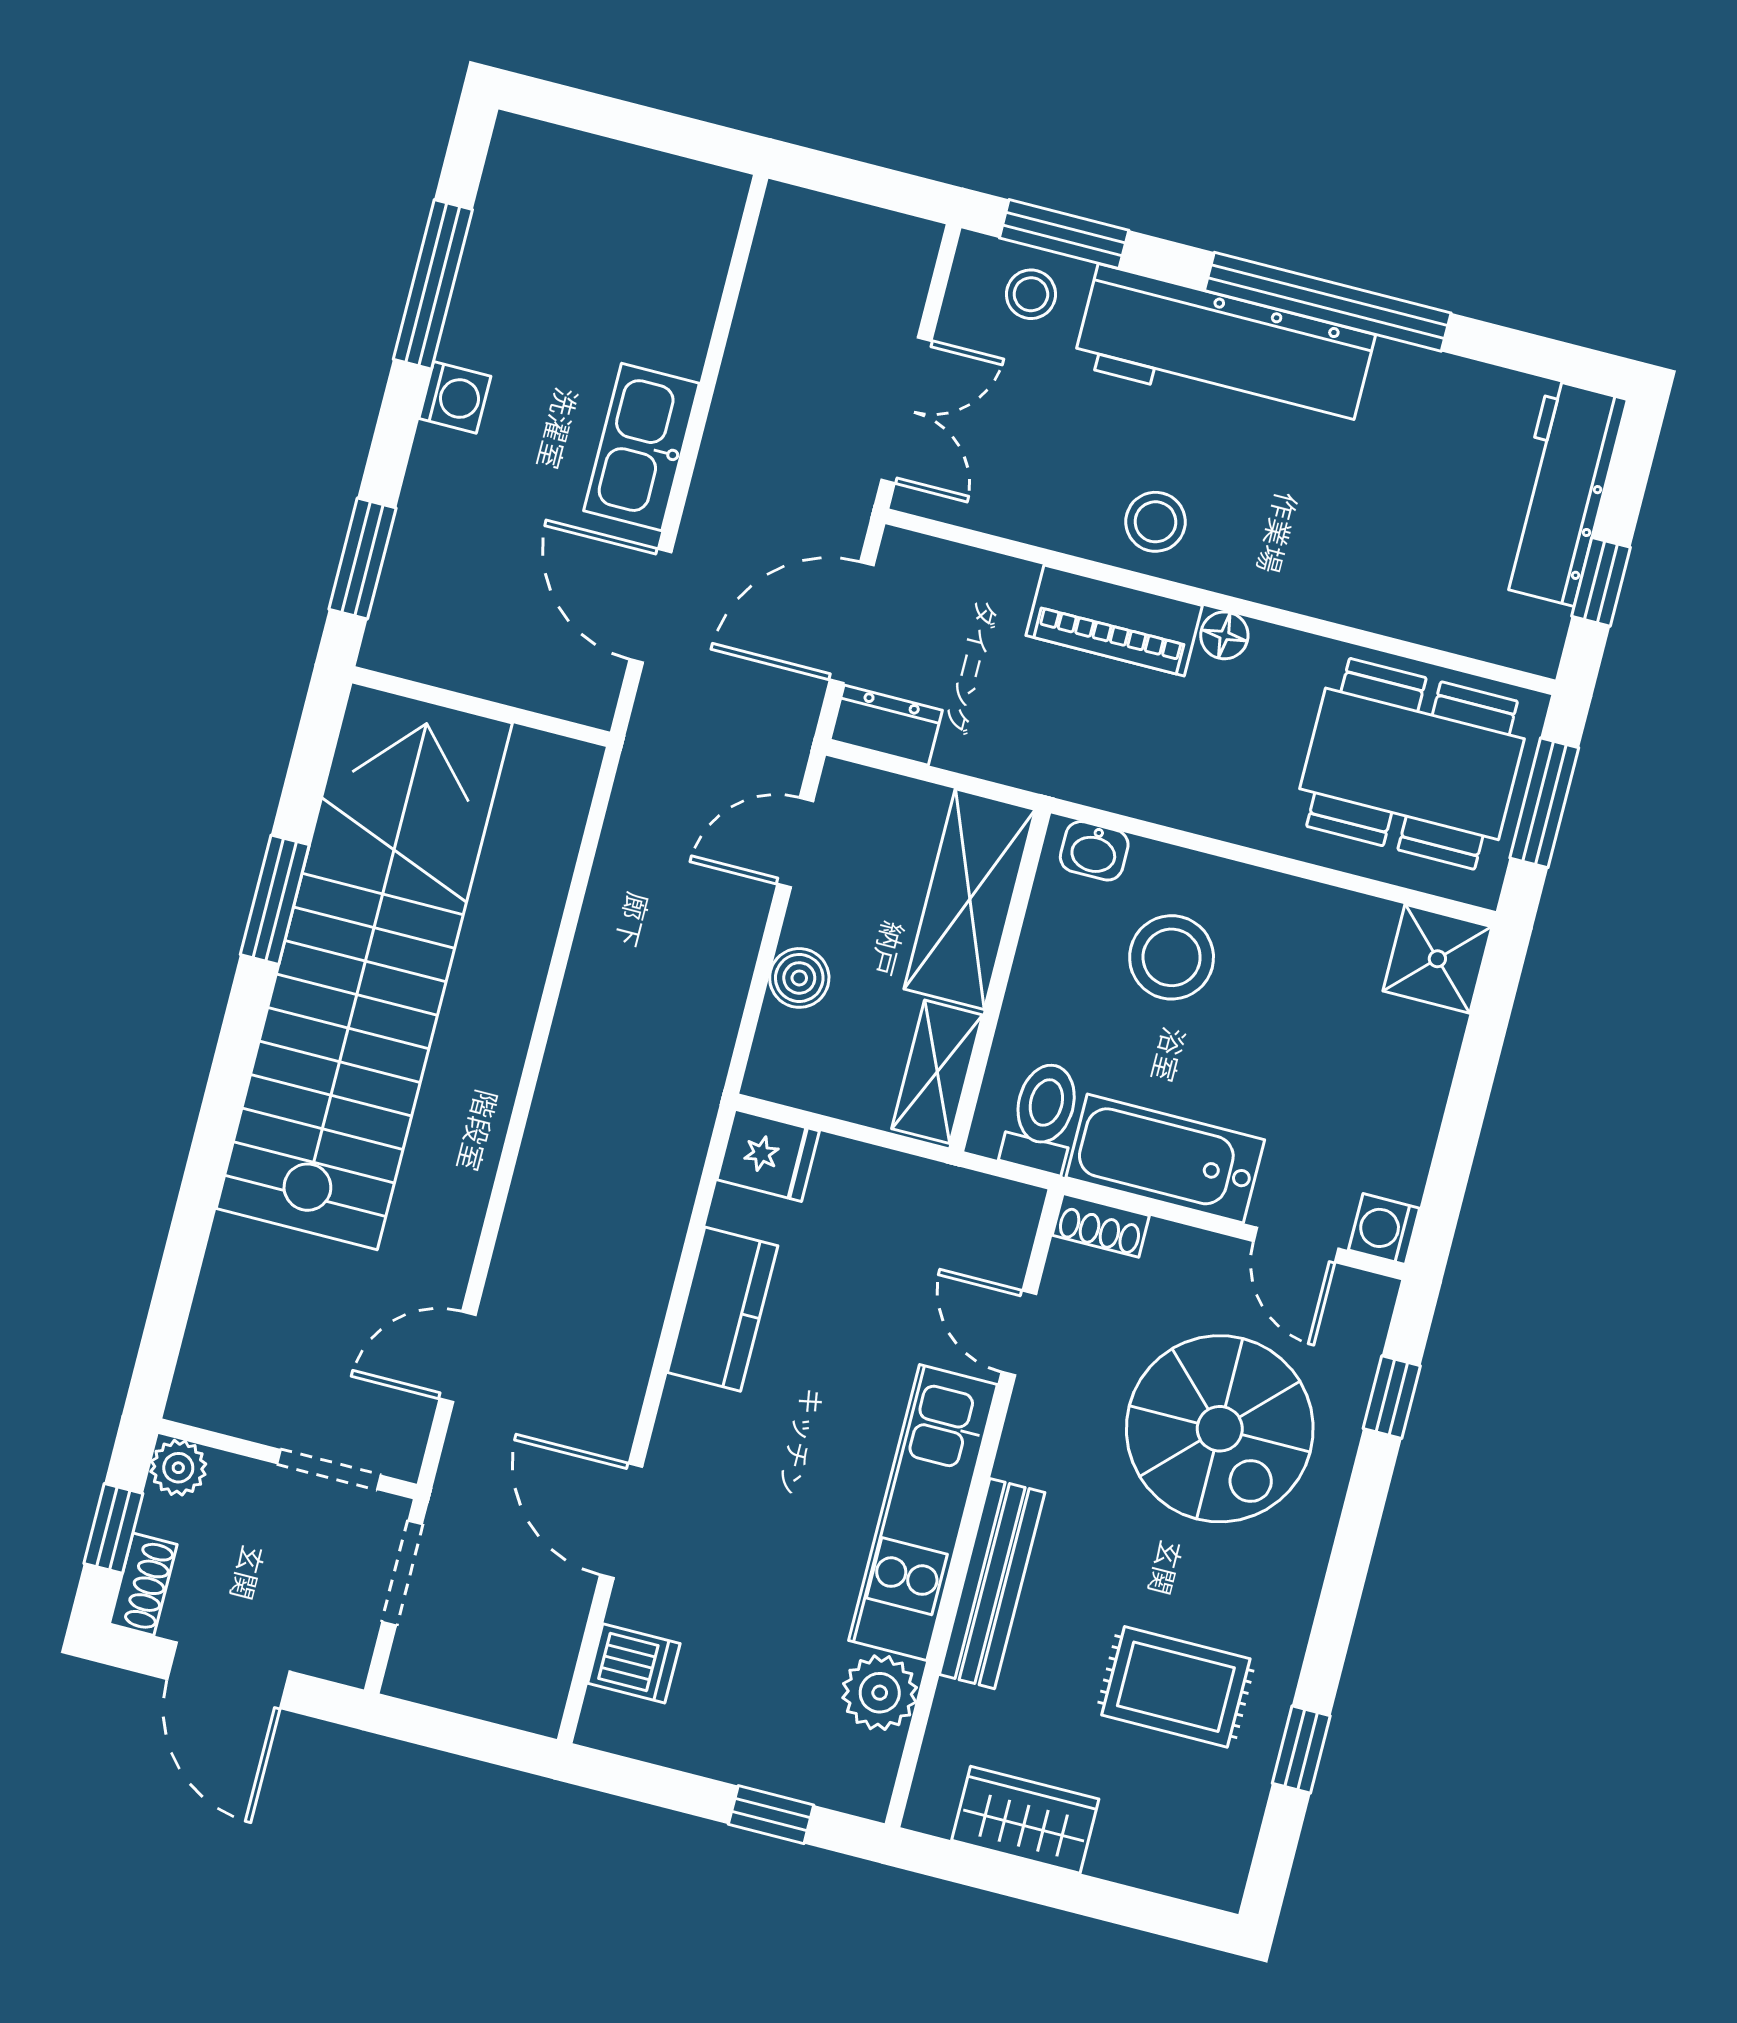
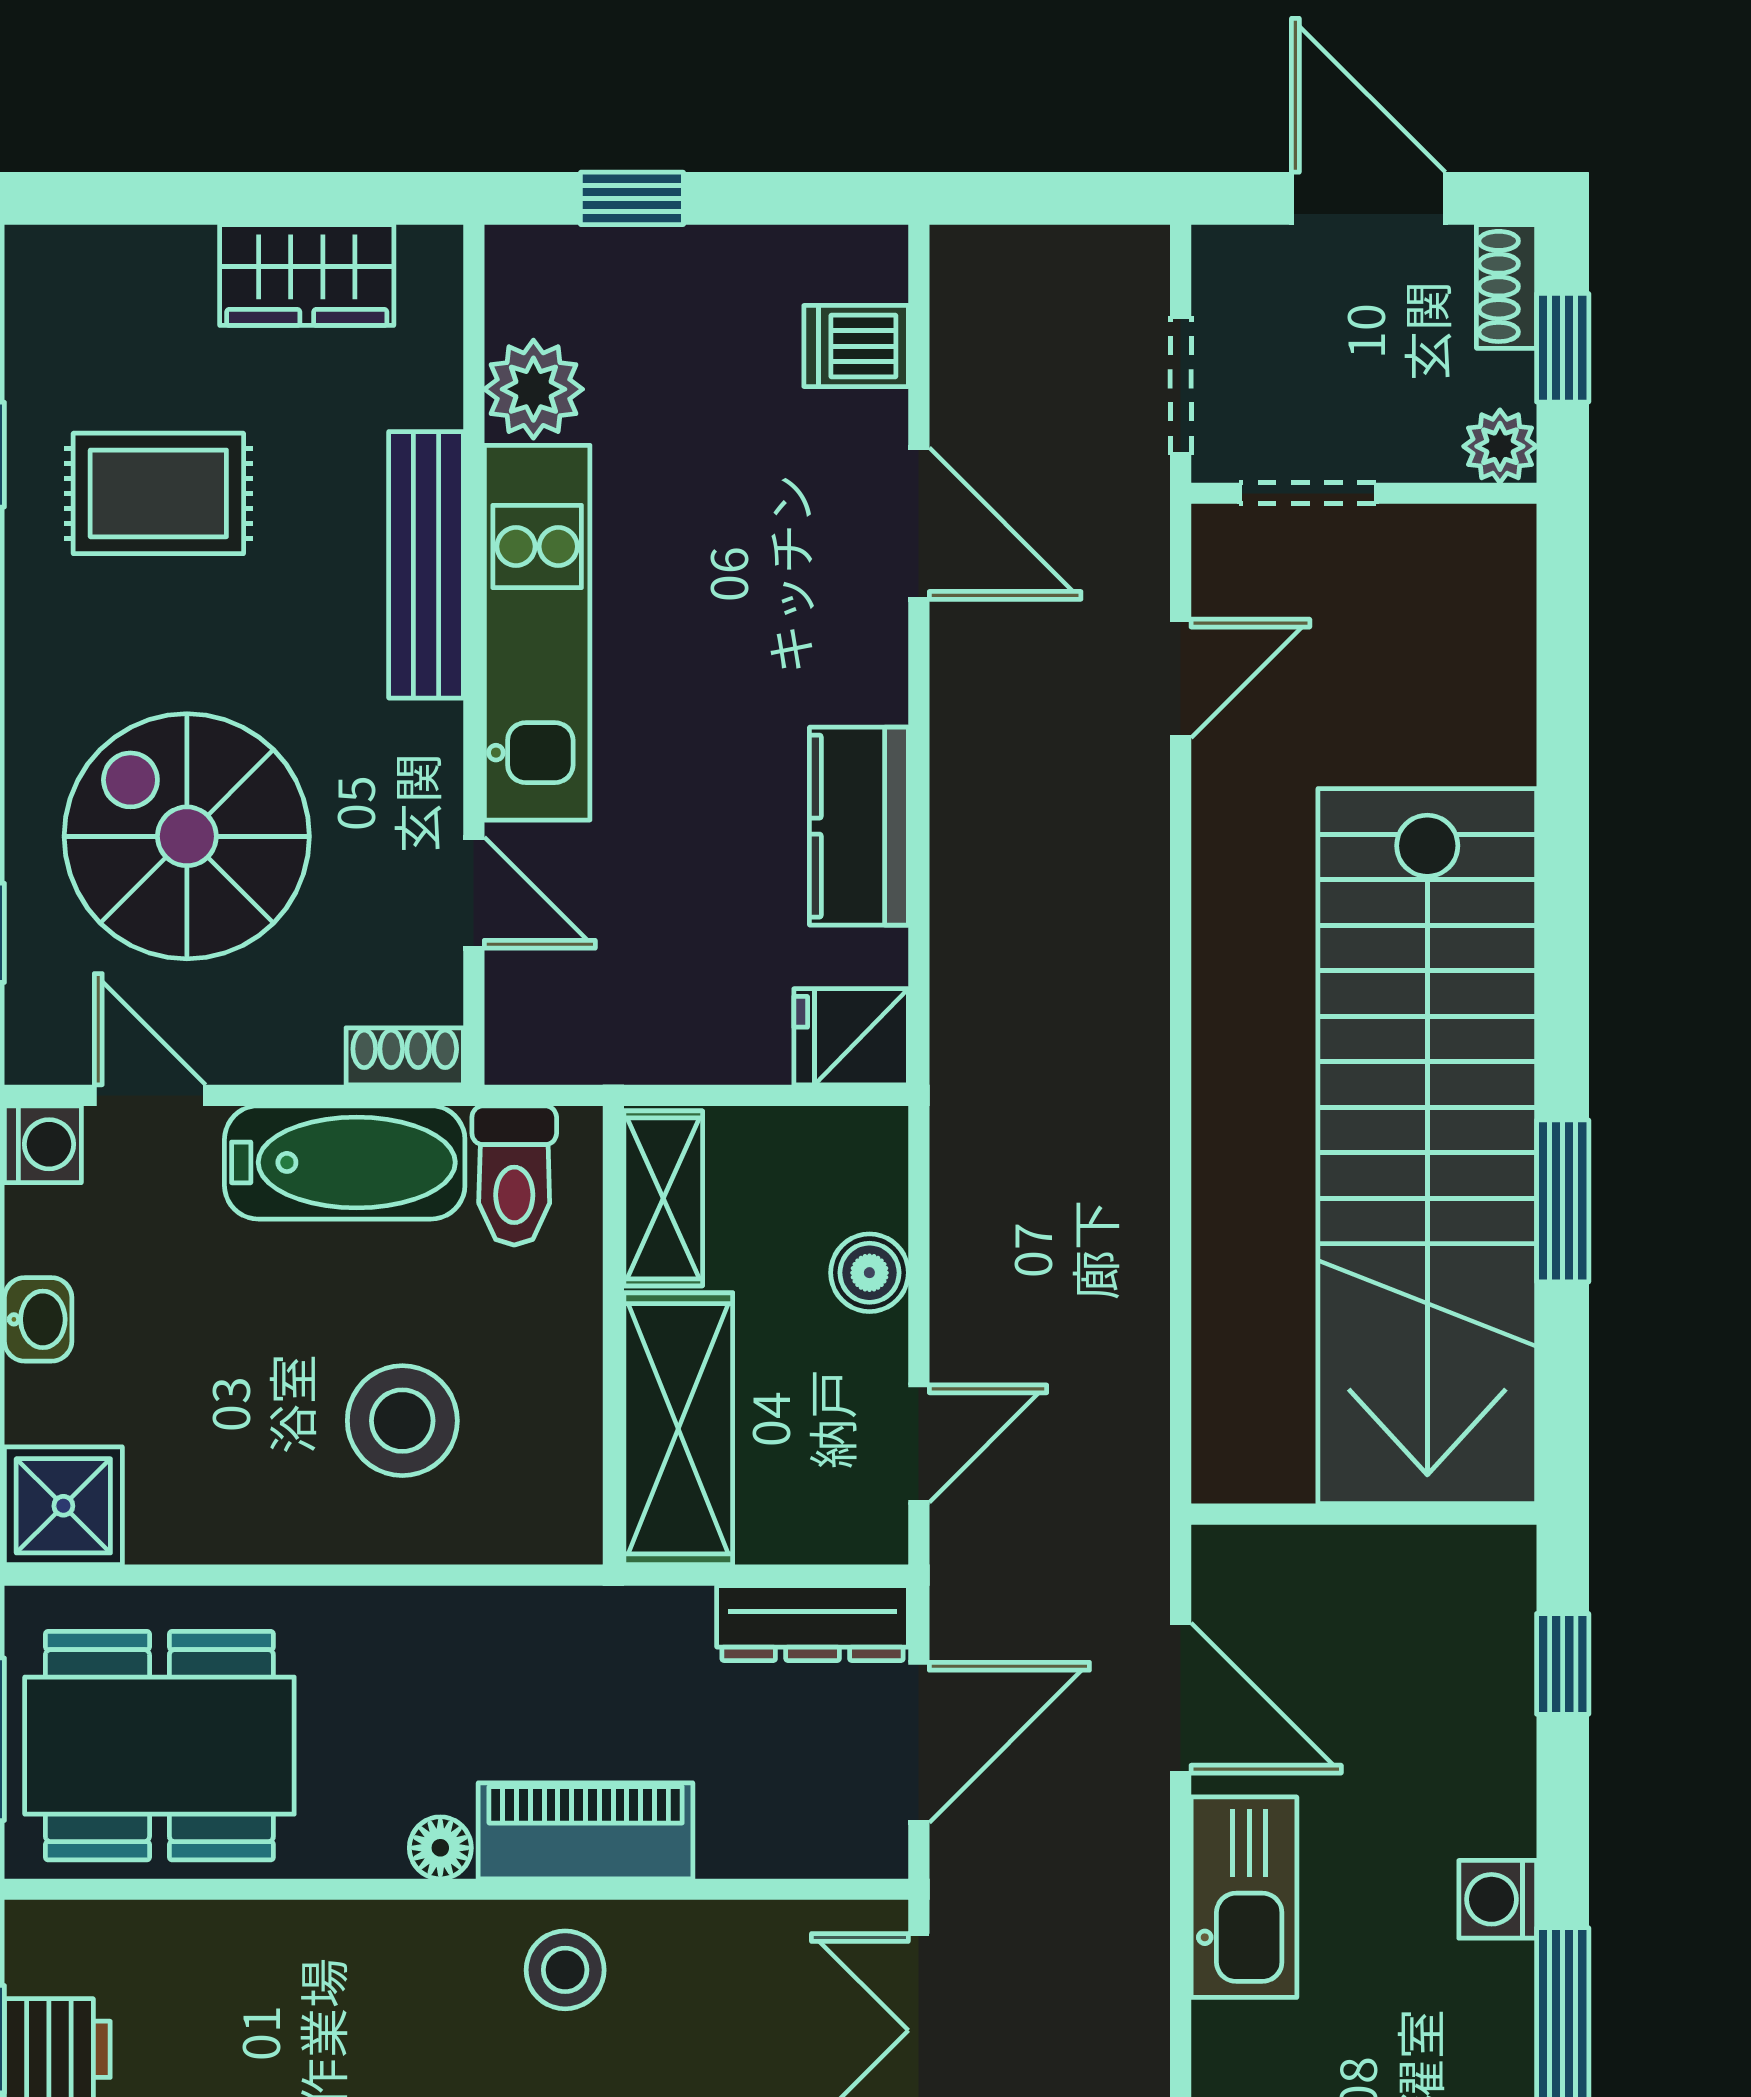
window: (362, 559) -> (1563, 1664), width x0.67
dresser: (886, 725) -> (813, 1623), width x1.44
washbasin: (1094, 851) -> (38, 1319), moved, turned 90

